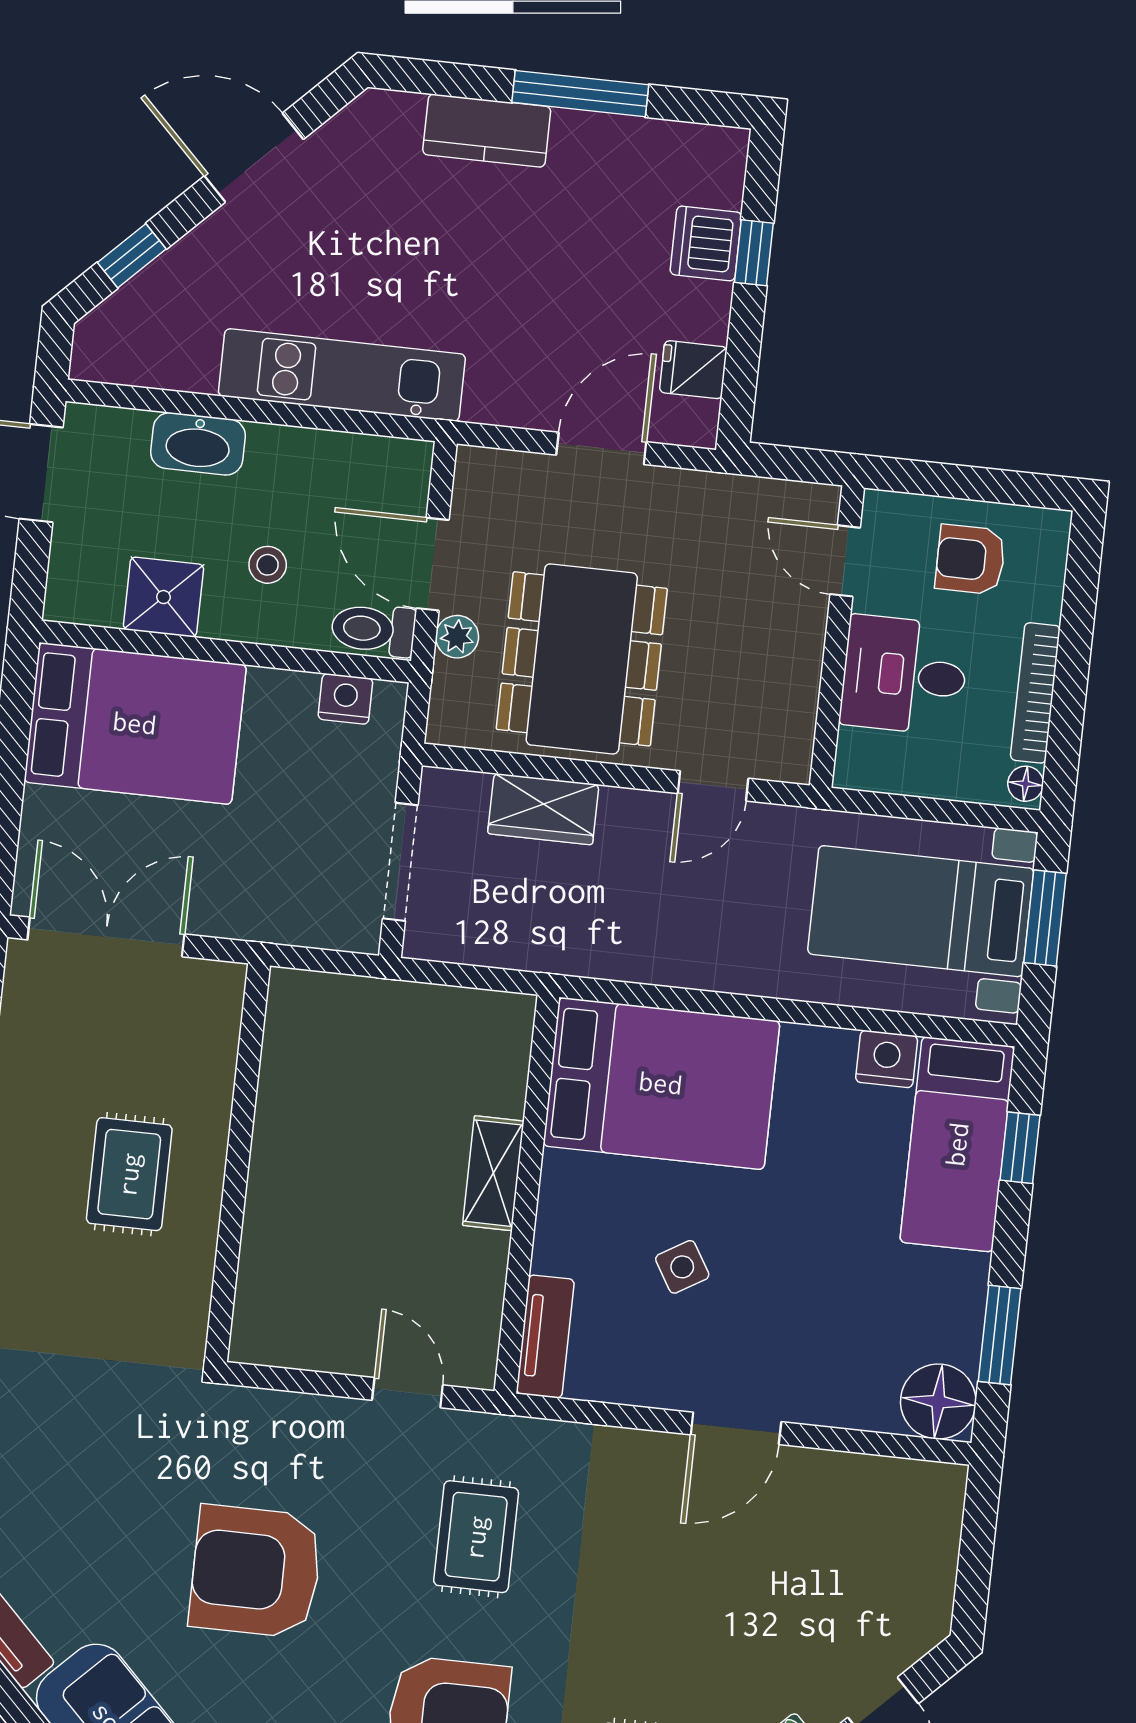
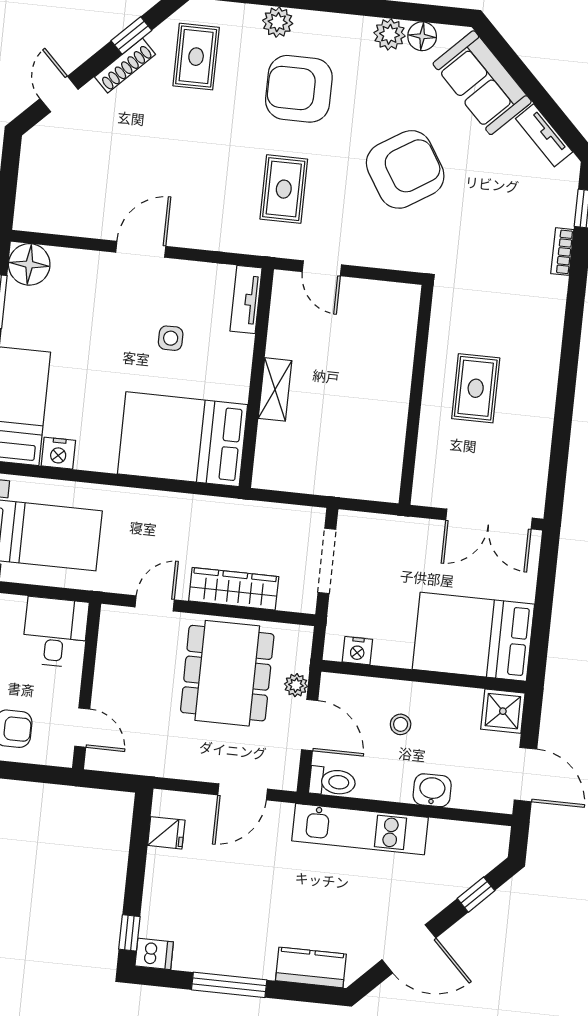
kitchen counter: (487, 131) -> (311, 967), moved
dishwasher: (706, 243) -> (154, 954), moved, width x0.73
window: (754, 253) -> (129, 933), moved
washbasin: (198, 444) -> (432, 790), width x0.72
door: (601, 448) -> (243, 792), moved
shower: (164, 597) -> (503, 711), moved
toilet: (373, 629) -> (332, 782), moved
desk: (904, 675) -> (55, 632), moved, turned -90
wardrobe: (543, 809) -> (234, 589), width x1.50
side table: (682, 1267) -> (171, 338), turned 31
armchair: (256, 1571) -> (405, 169), turned -32

